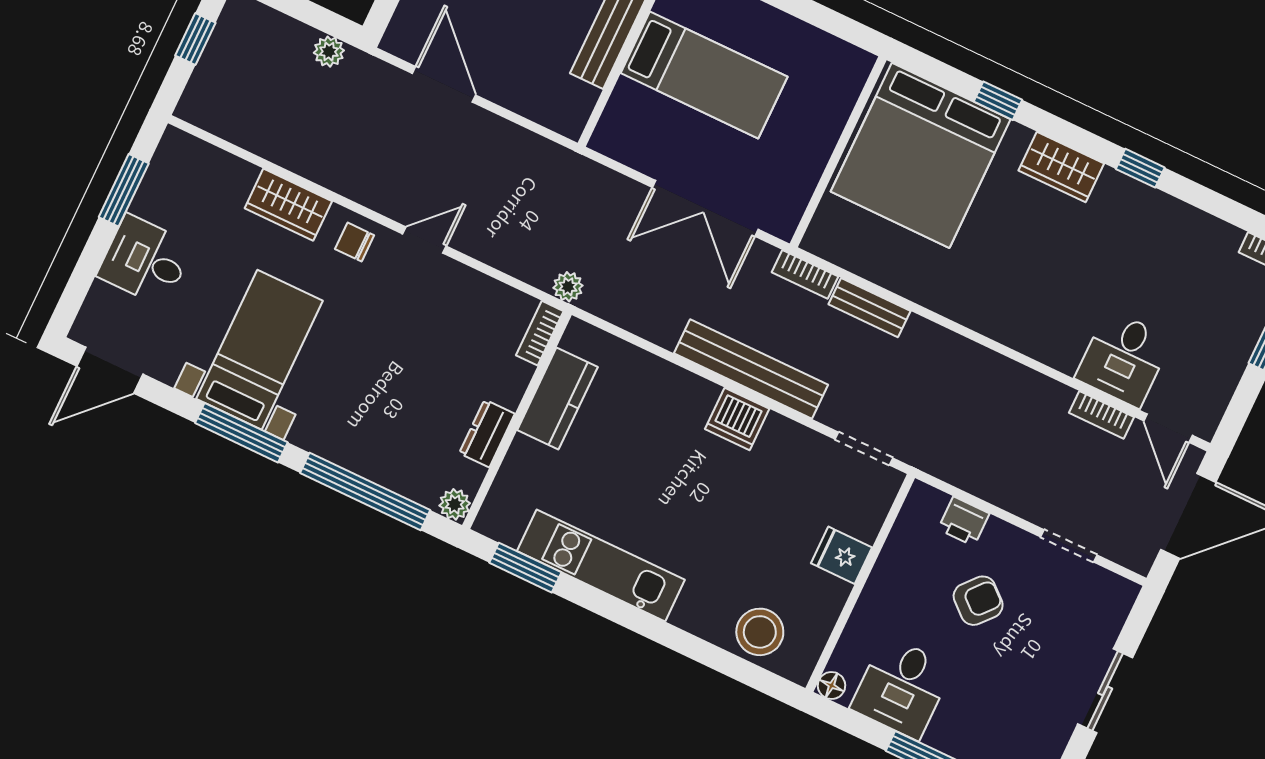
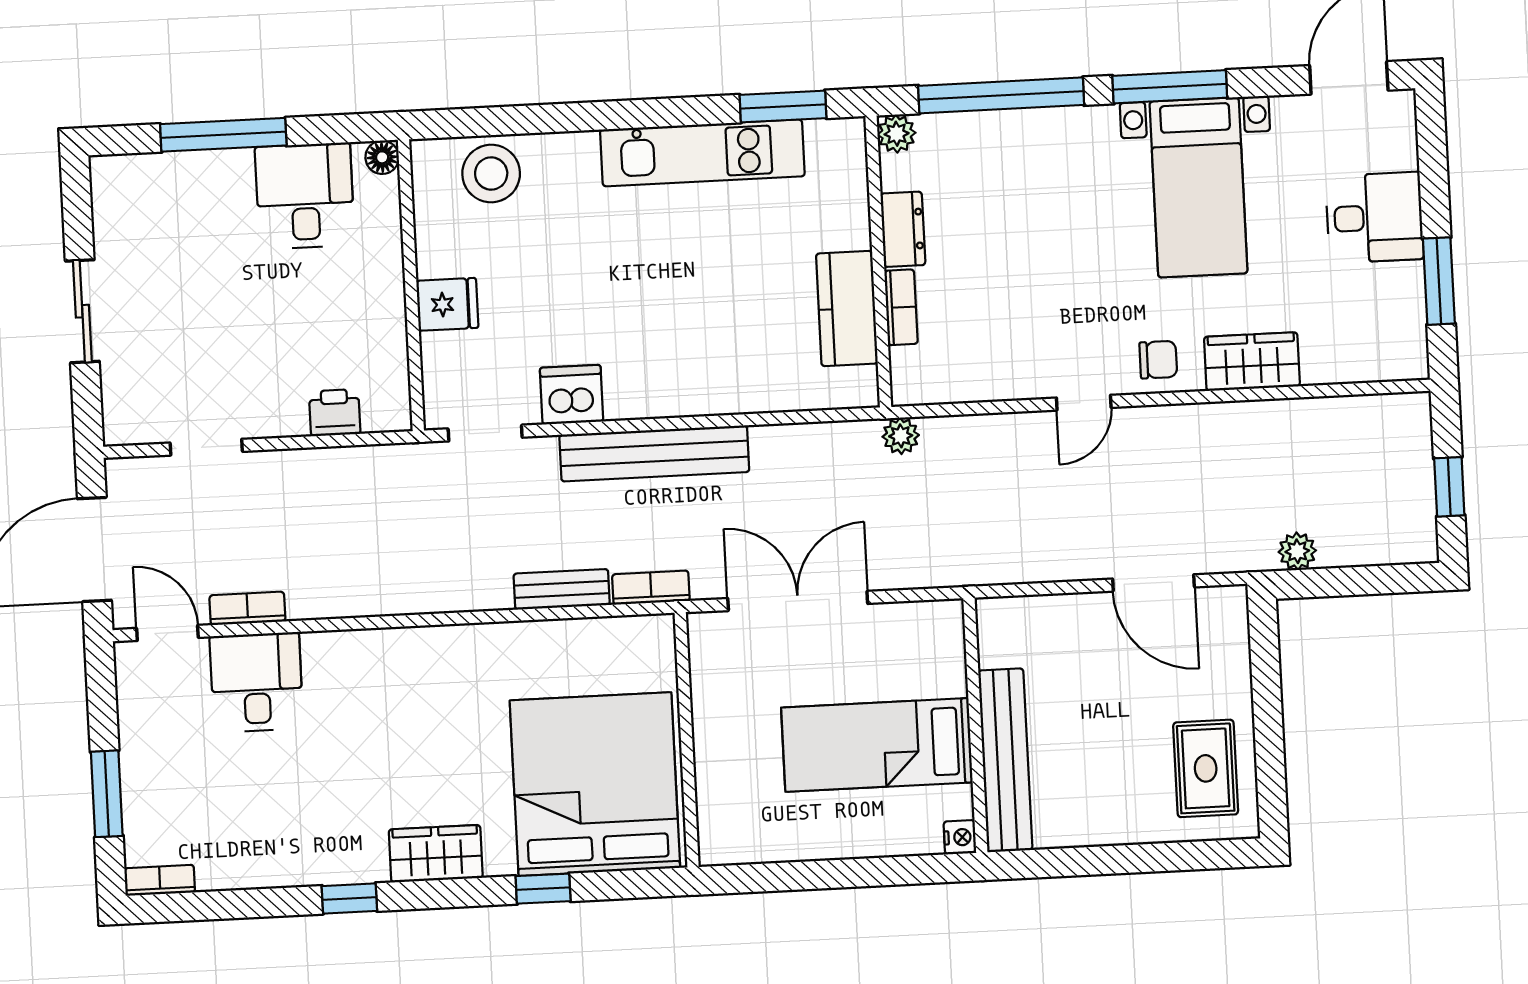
bookcase: (540, 333) -> (901, 307), moved
dishwasher: (737, 419) -> (572, 395), moved
armchair: (978, 601) -> (273, 335), removed

